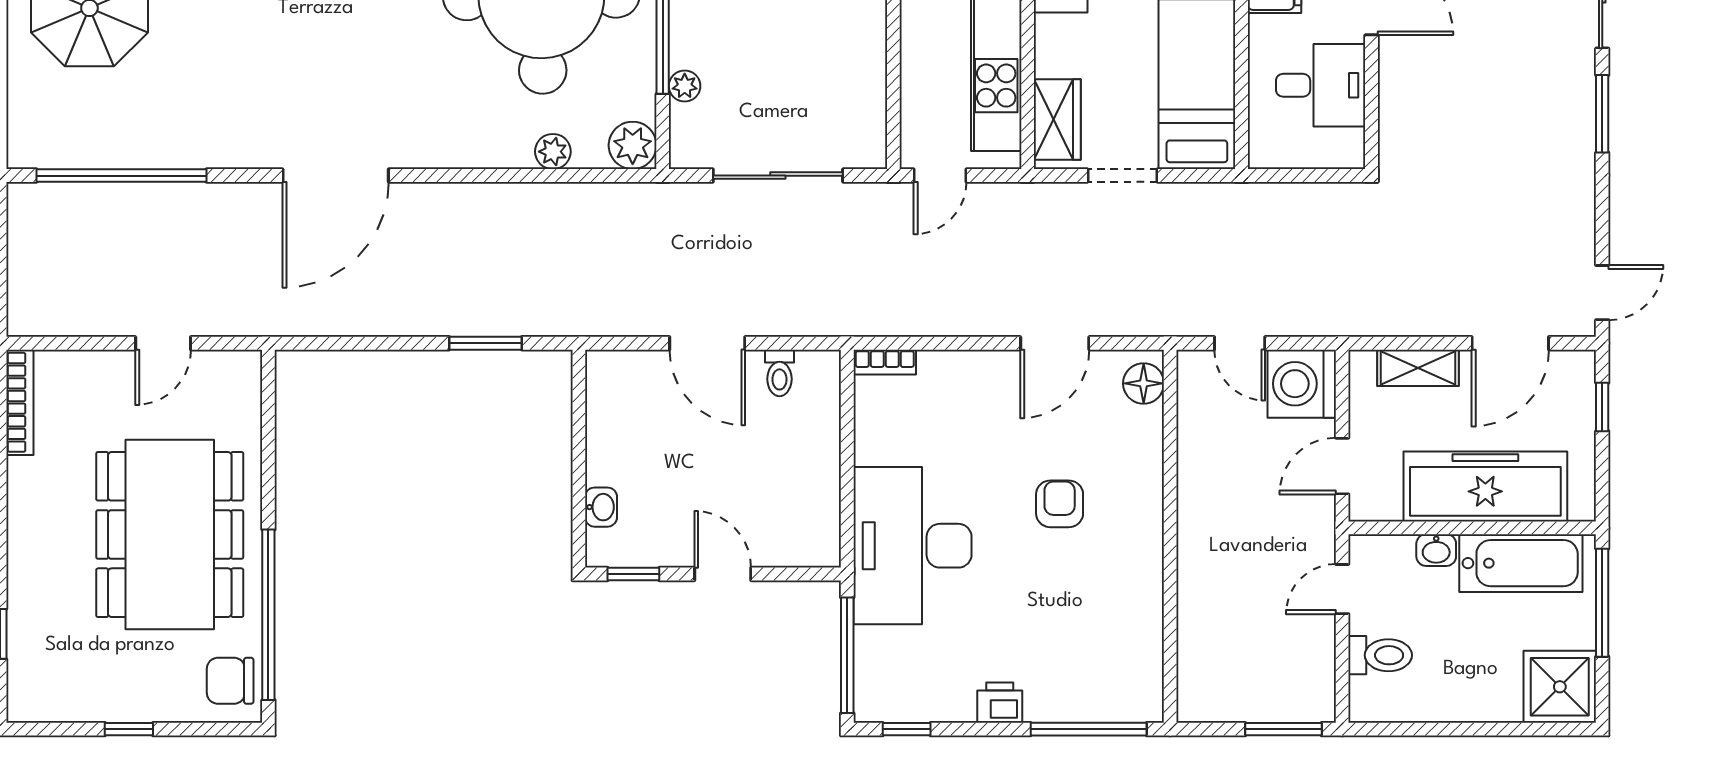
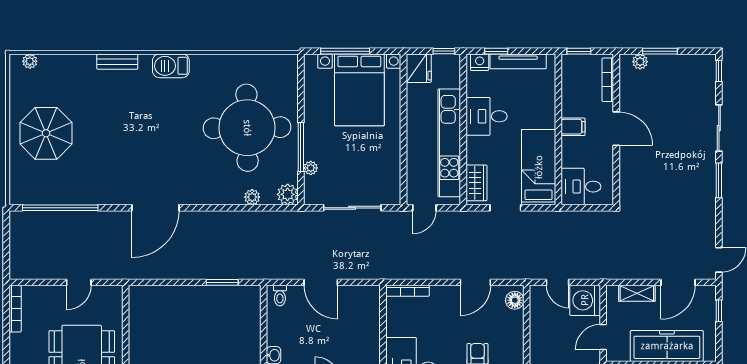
desk: (1321, 85) -> (581, 187), moved, turned 180
bookcase: (885, 362) -> (408, 291), width x1.56
toilet: (779, 373) -> (280, 296), moved

